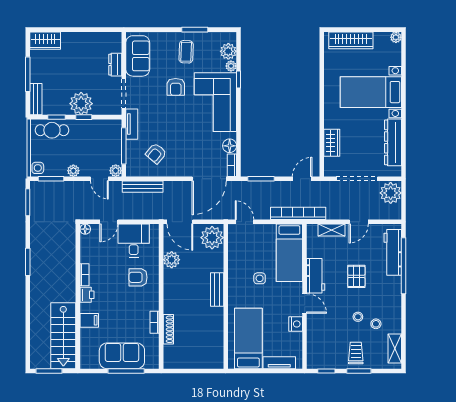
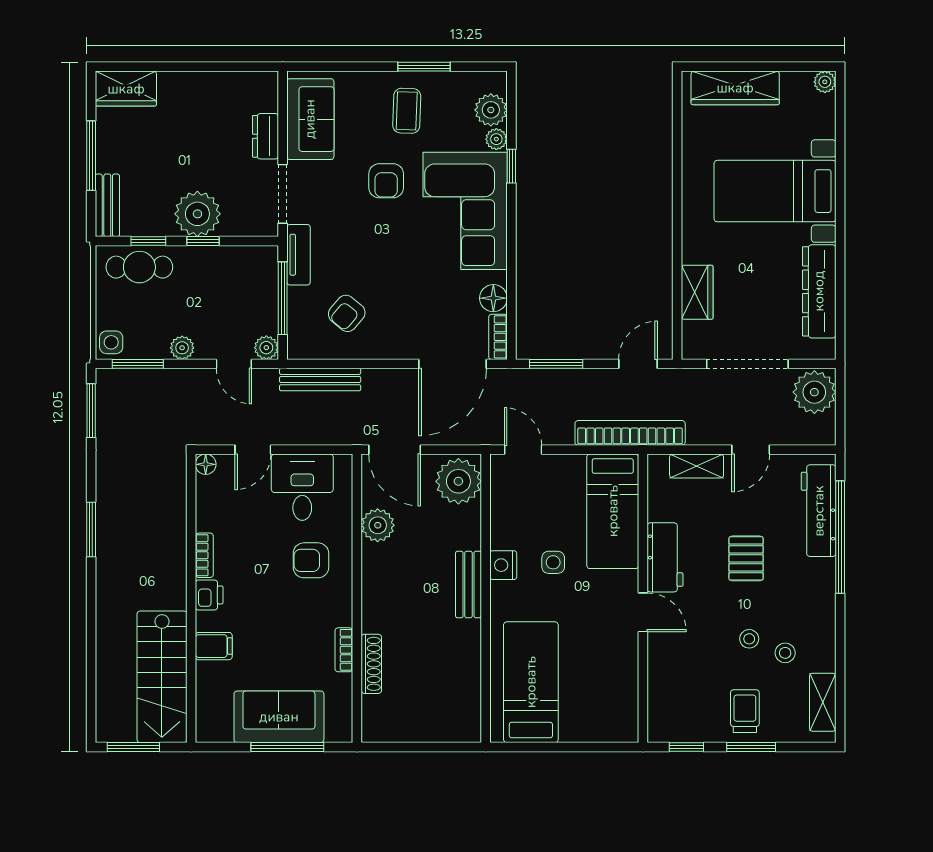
nightstand: (296, 324) -> (503, 565), moved, turned 180
tv unit: (279, 363) -> (592, 731), removed

